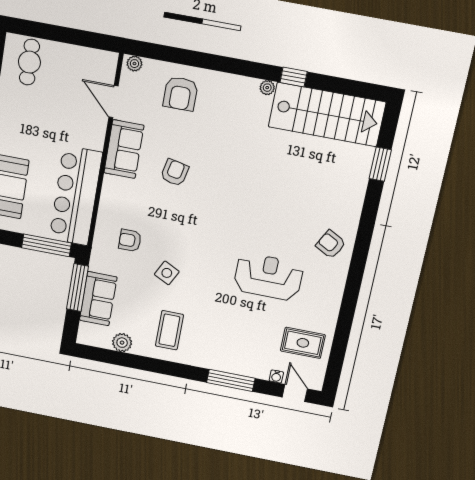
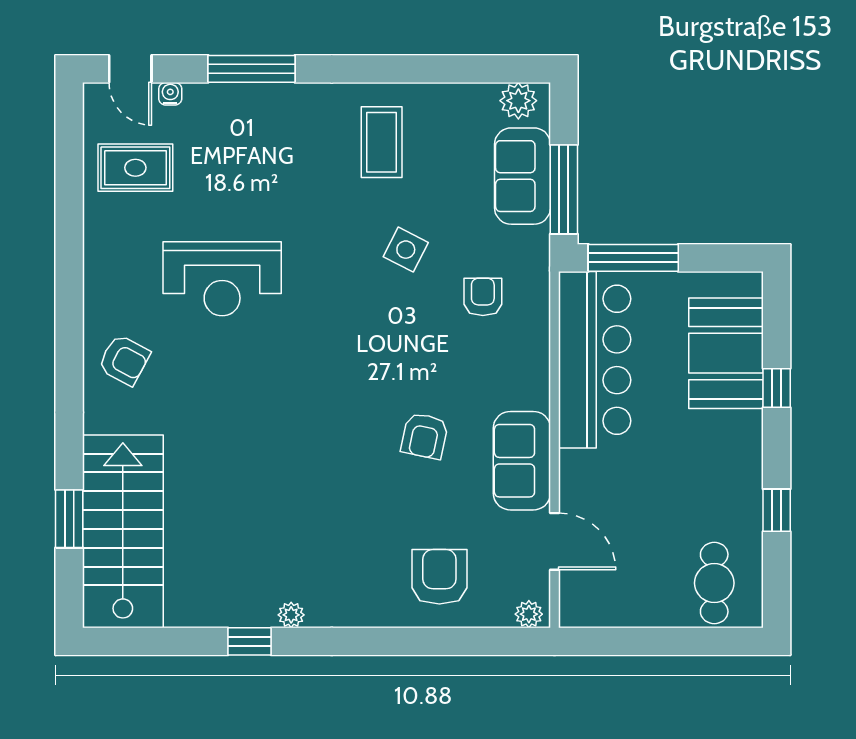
stairs: (327, 115) -> (123, 531), moved, turned 90
armchair: (130, 240) -> (483, 297), turned -90
plant: (122, 343) -> (518, 101), moved

